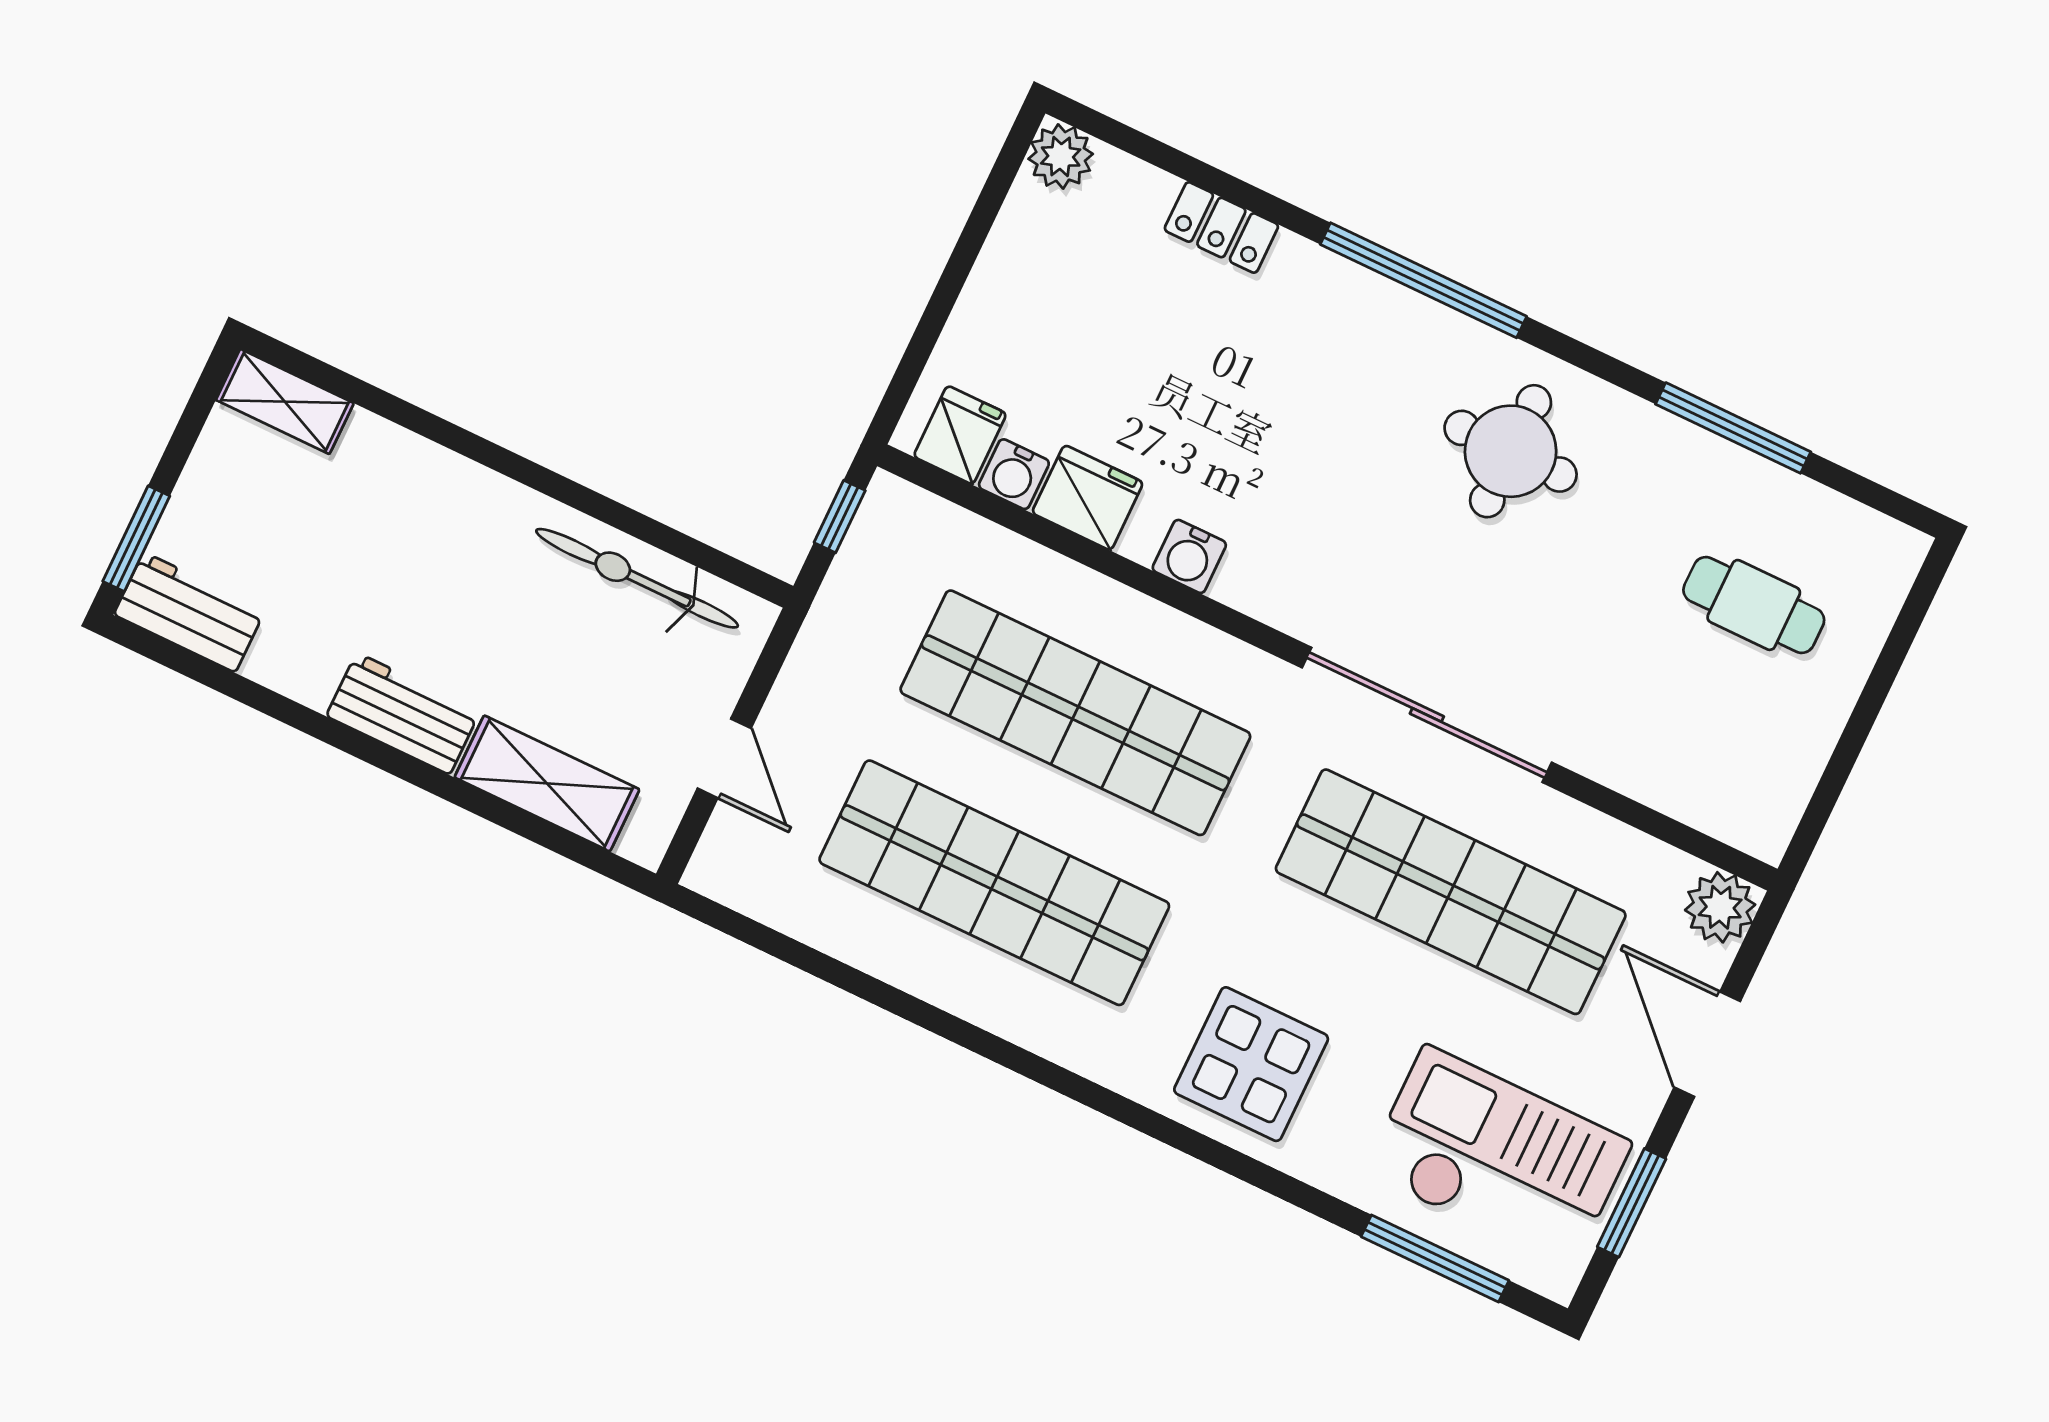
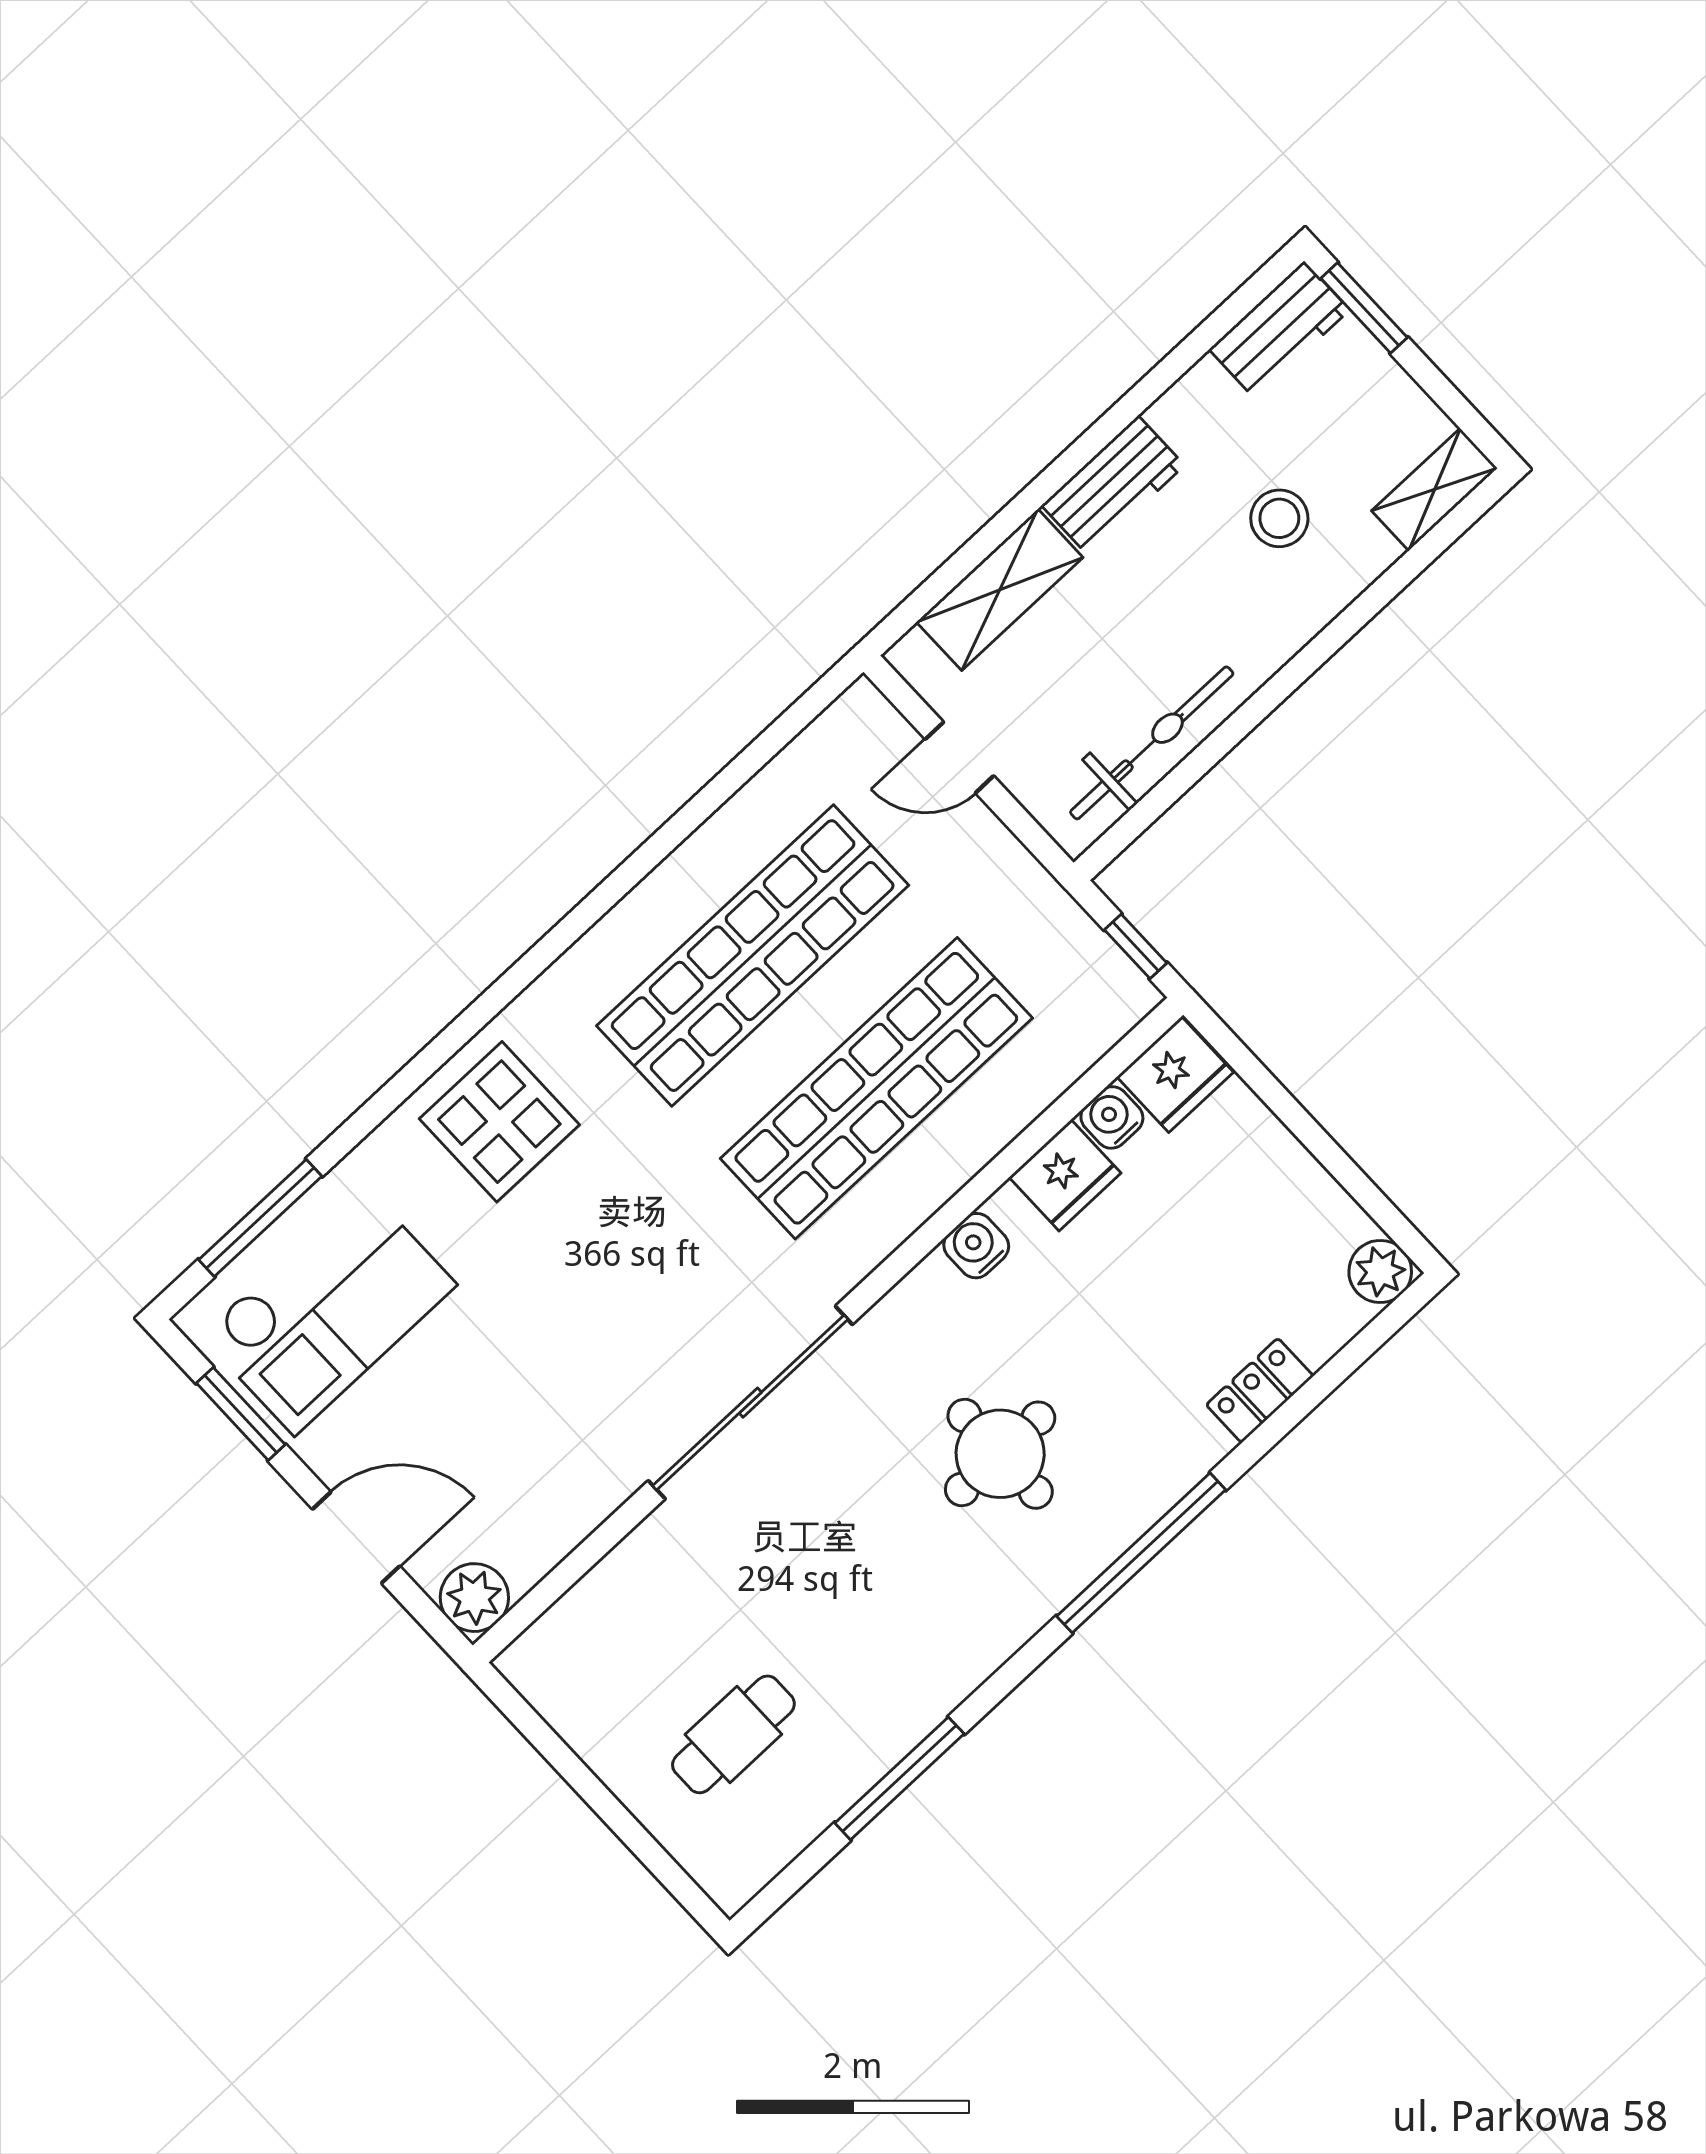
fridge: (960, 435) -> (1175, 1075), width x1.38
round table: (1511, 451) -> (1000, 1454), moved
stool: (372, 540) -> (1279, 518), added
shop shelf: (1451, 892) -> (583, 1361), removed

